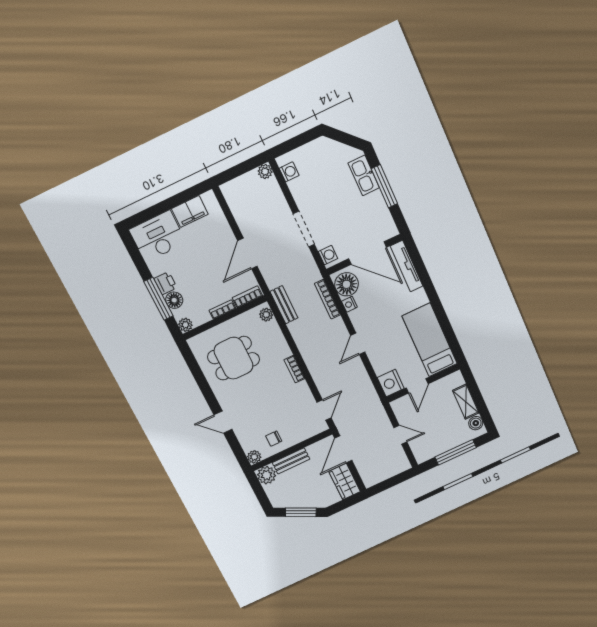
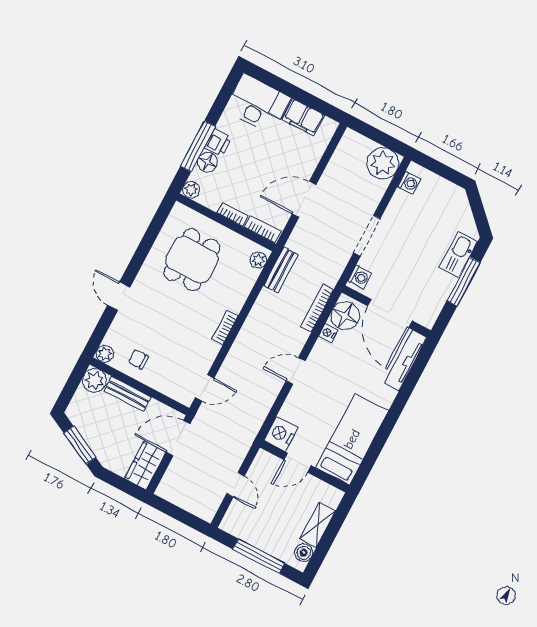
plant: (265, 171) -> (383, 163), width x1.88, depth x1.88
dining table: (234, 358) -> (192, 260), turned 90

